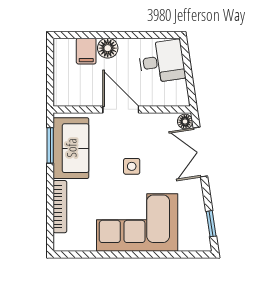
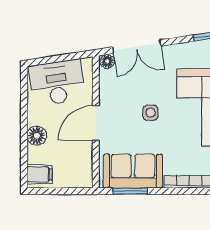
filing cabinet: (86, 51) -> (40, 174), moved
desk: (162, 61) -> (57, 83), width x1.37

